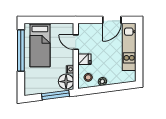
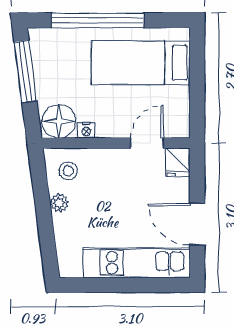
window: (21, 51) -> (98, 20), moved
fridge: (84, 59) -> (178, 162), moved
window: (56, 95) -> (25, 71), moved

